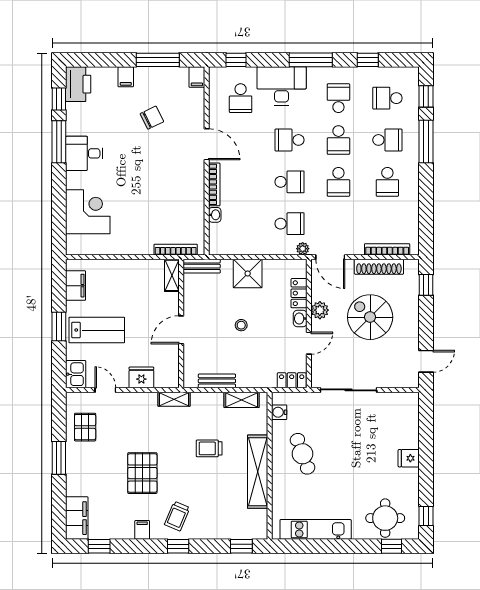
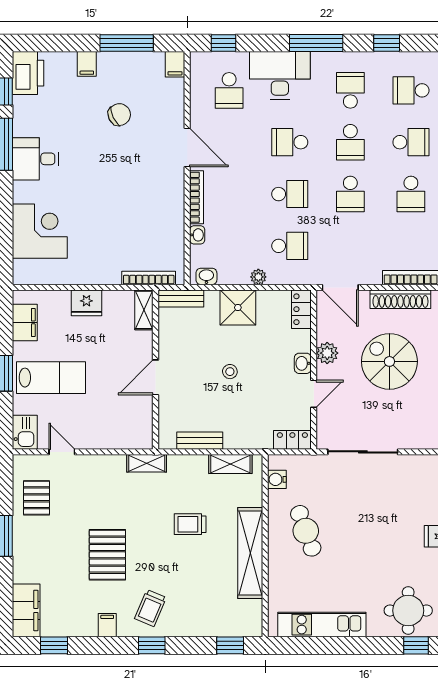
washbasin: (222, 248) -> (206, 276), added
plant: (303, 249) -> (258, 277), moved
locker: (299, 293) -> (301, 309), moved
fridge: (141, 377) -> (86, 303), moved, turned 180

